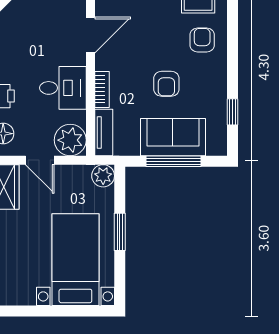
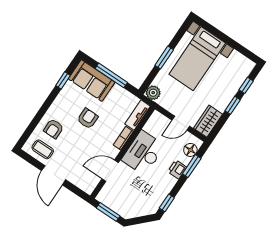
desk: (63, 88) -> (143, 153), width x1.37
sofa: (173, 137) -> (92, 81), moved
plant: (70, 140) -> (158, 123), removed
door: (40, 160) -> (181, 123), swing flipped

